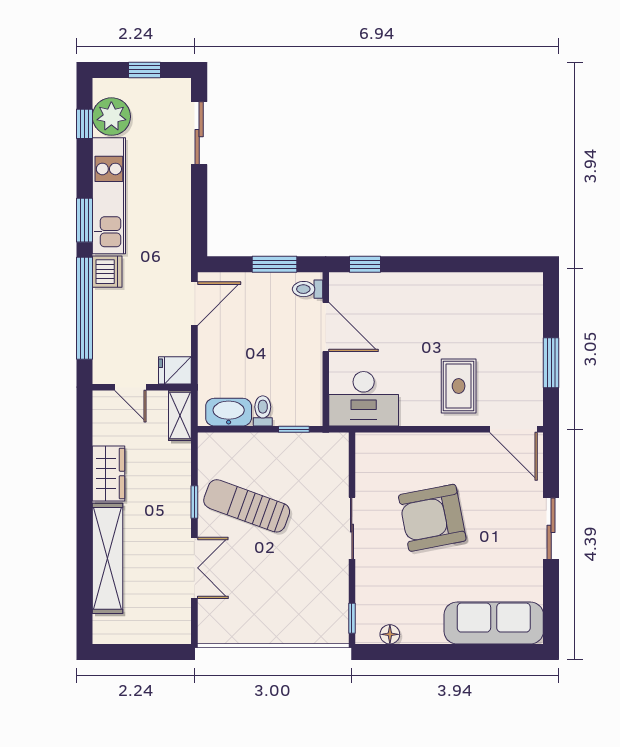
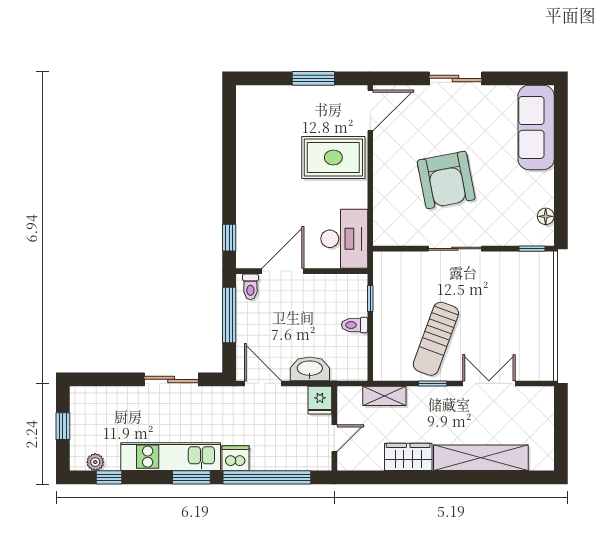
plant: (111, 117) -> (95, 462), width x0.53, depth x0.53
sliding door: (199, 133) -> (171, 379), moved
window: (275, 264) -> (229, 315), width x1.44
rug: (459, 386) -> (333, 158), width x1.36, depth x1.43
washbasin: (229, 412) -> (310, 369), moved, turned 90
shelving: (180, 415) -> (384, 396), moved

